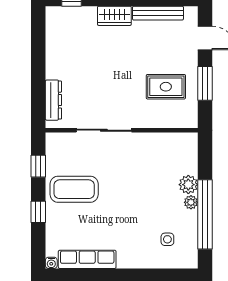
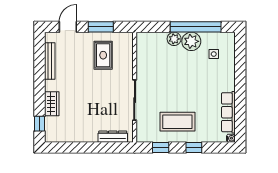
wardrobe: (114, 16) -> (52, 104), moved
coffee table: (74, 189) -> (177, 122), turned 90
plant: (191, 202) -> (191, 41), width x1.88, depth x1.88

